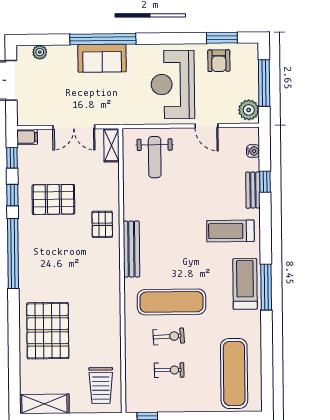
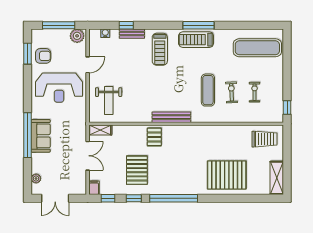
weight bench: (155, 157) -> (109, 101), turned 90
pallet: (102, 224) -> (154, 137), turned 90
exercise mat: (172, 302) -> (208, 90), width x0.73, depth x0.69

